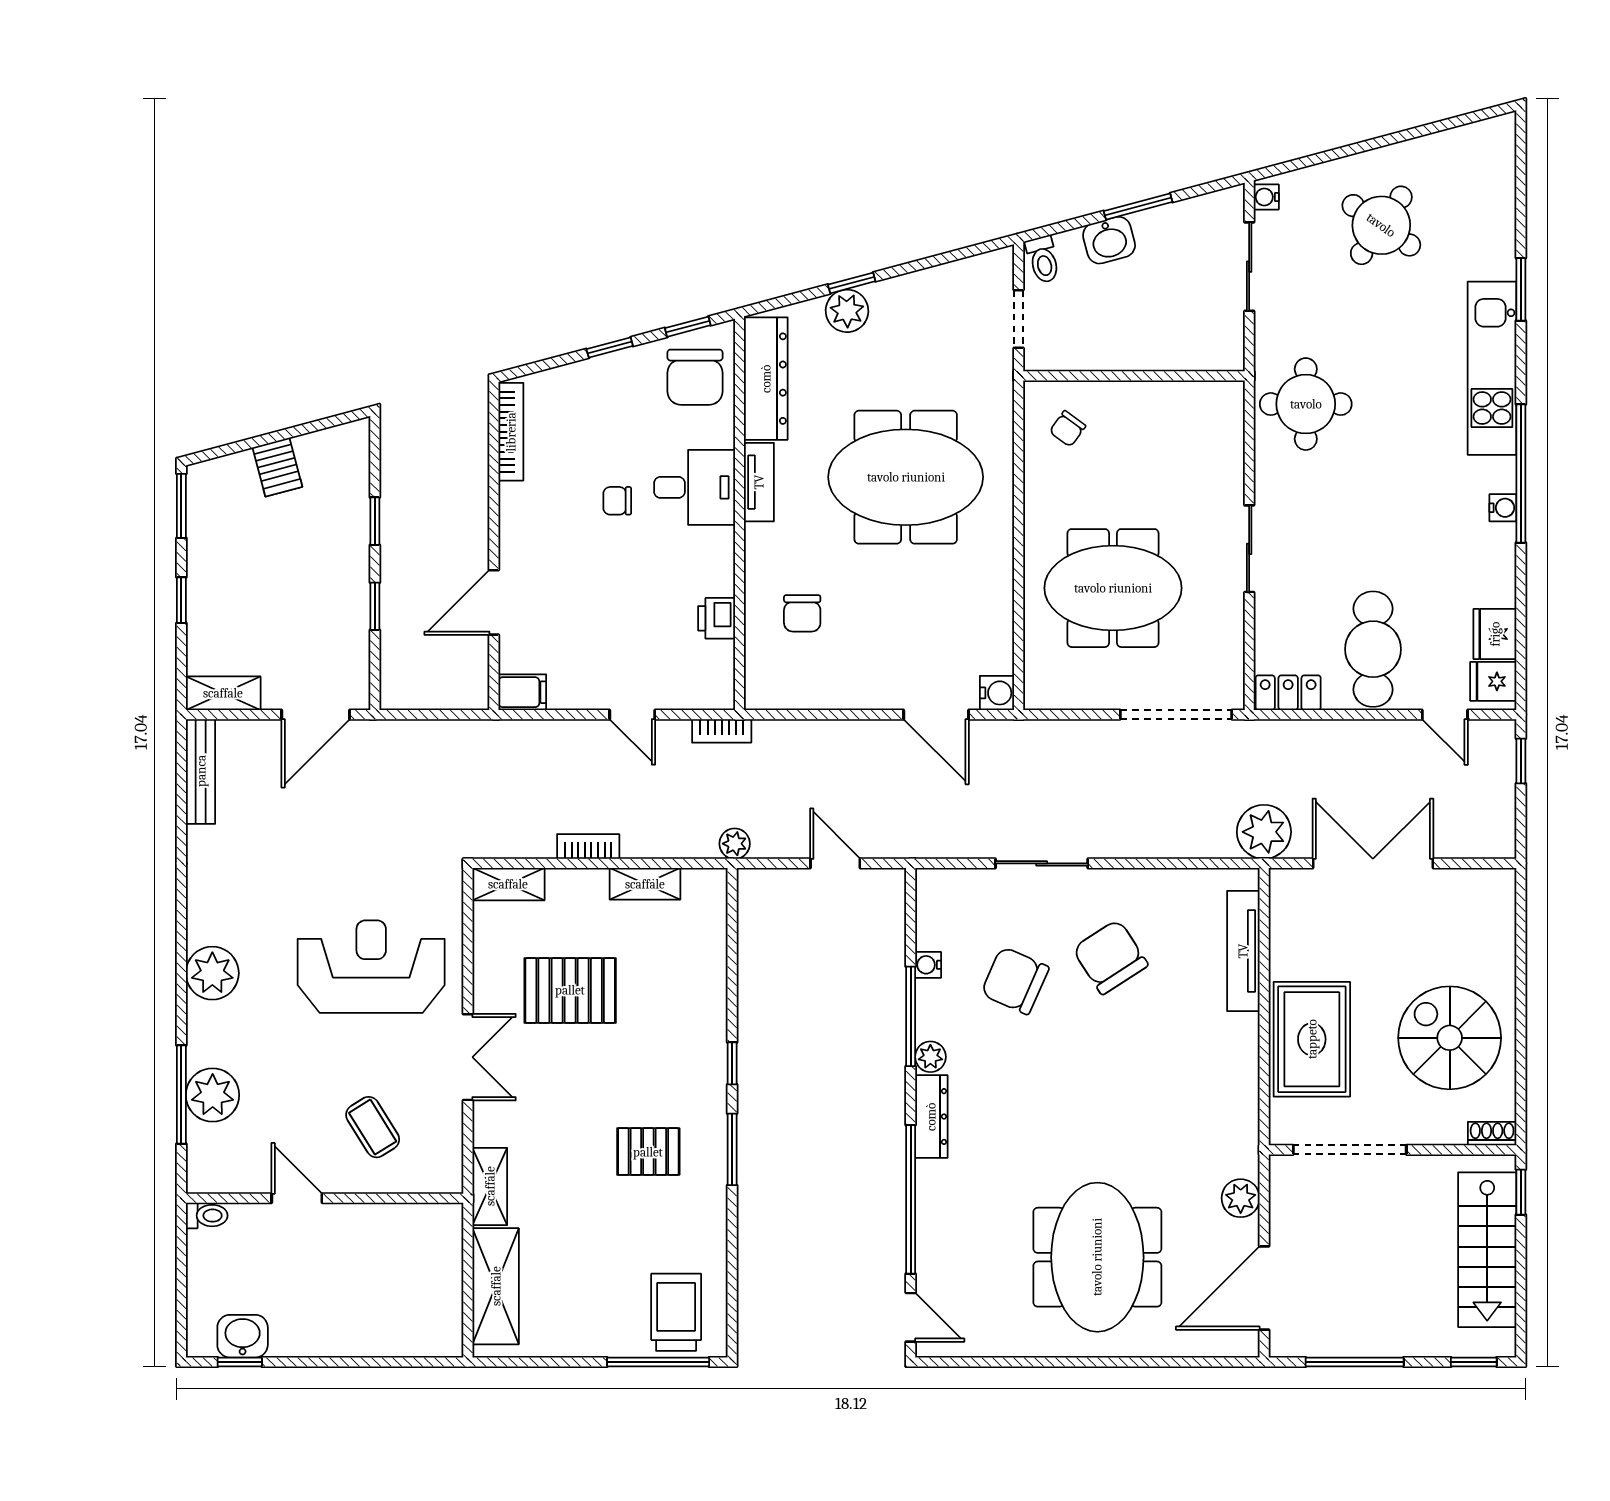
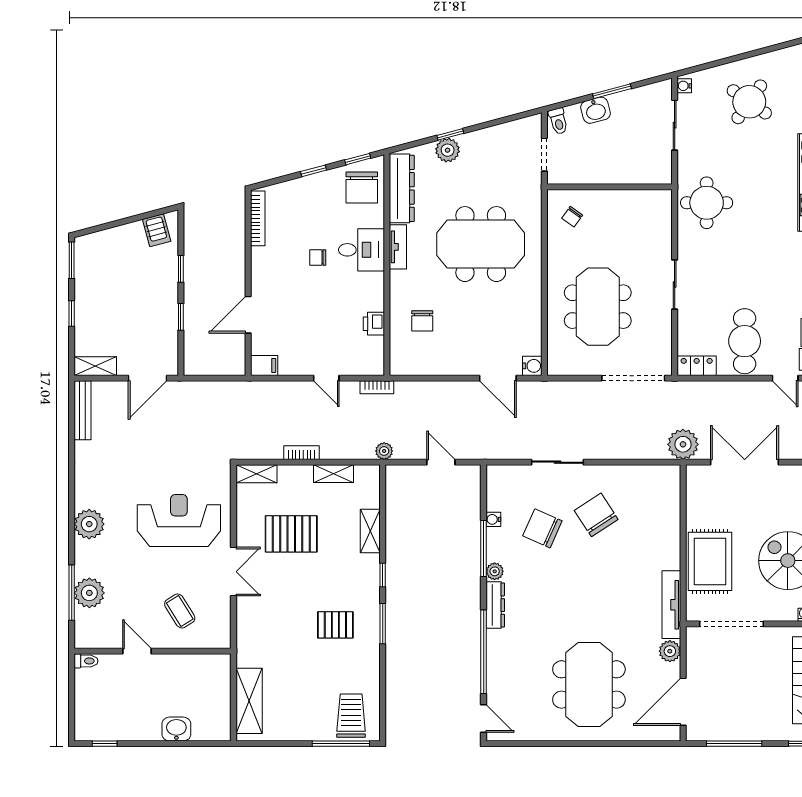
server rack: (277, 467) -> (157, 230), moved
meeting table: (1113, 588) -> (598, 307), turned 90
tv unit: (1243, 951) -> (671, 605), moved
shelving: (490, 1186) -> (370, 531), moved
washbasin: (243, 1336) -> (176, 729), moved

